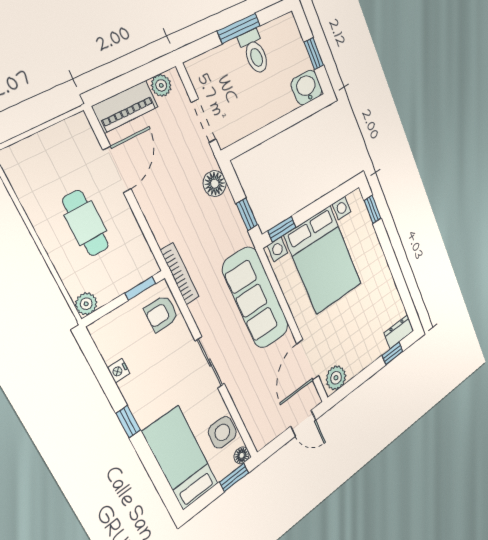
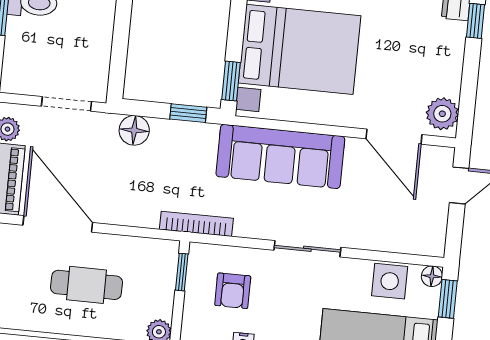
door: (117, 170) -> (58, 224), width x1.36
armchair: (161, 313) -> (233, 291), moved

